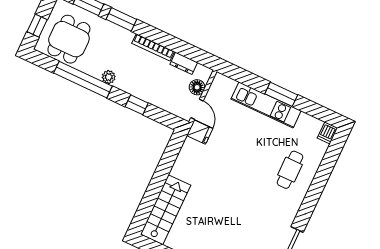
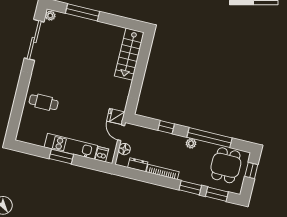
dishwasher: (327, 133) -> (102, 154), moved
cafe table: (290, 170) -> (44, 102), turned 90

